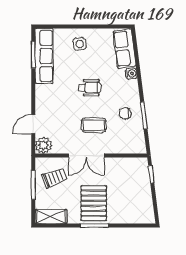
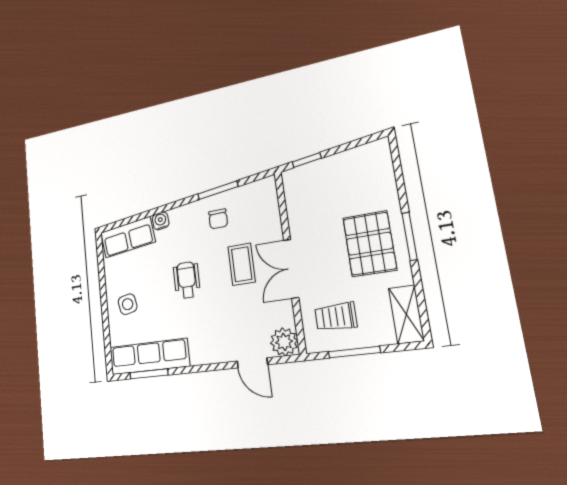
double door: (86, 156) -> (291, 269), swing flipped
trolley: (54, 178) -> (336, 317), turned -69
pallet: (94, 203) -> (370, 244), turned 90

